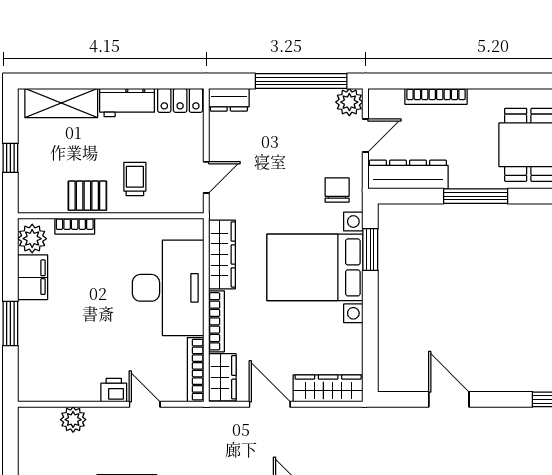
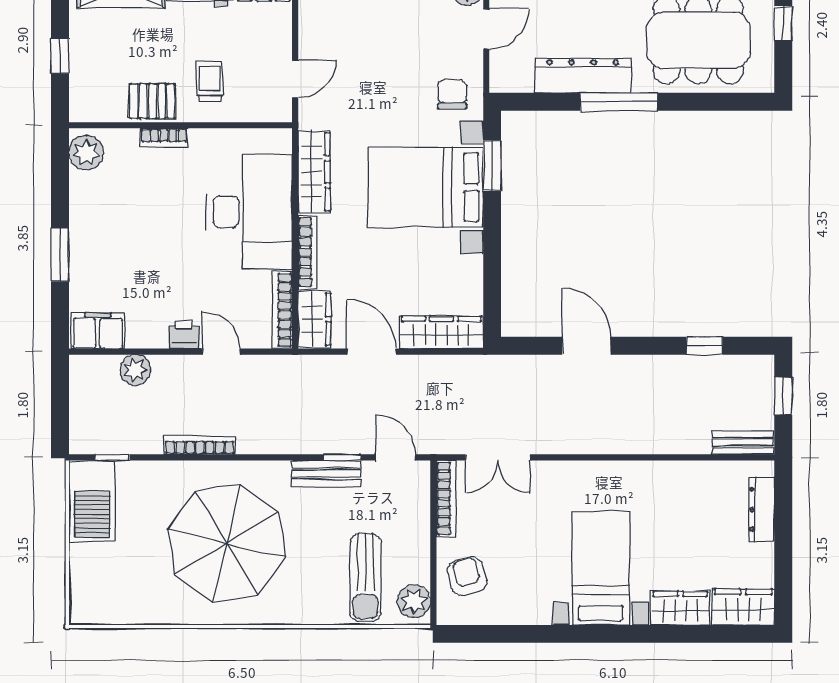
dresser: (408, 174) -> (583, 76), moved
bookcase: (75, 226) -> (164, 138), moved
filing cabinet: (33, 277) -> (98, 331), moved, turned -90

